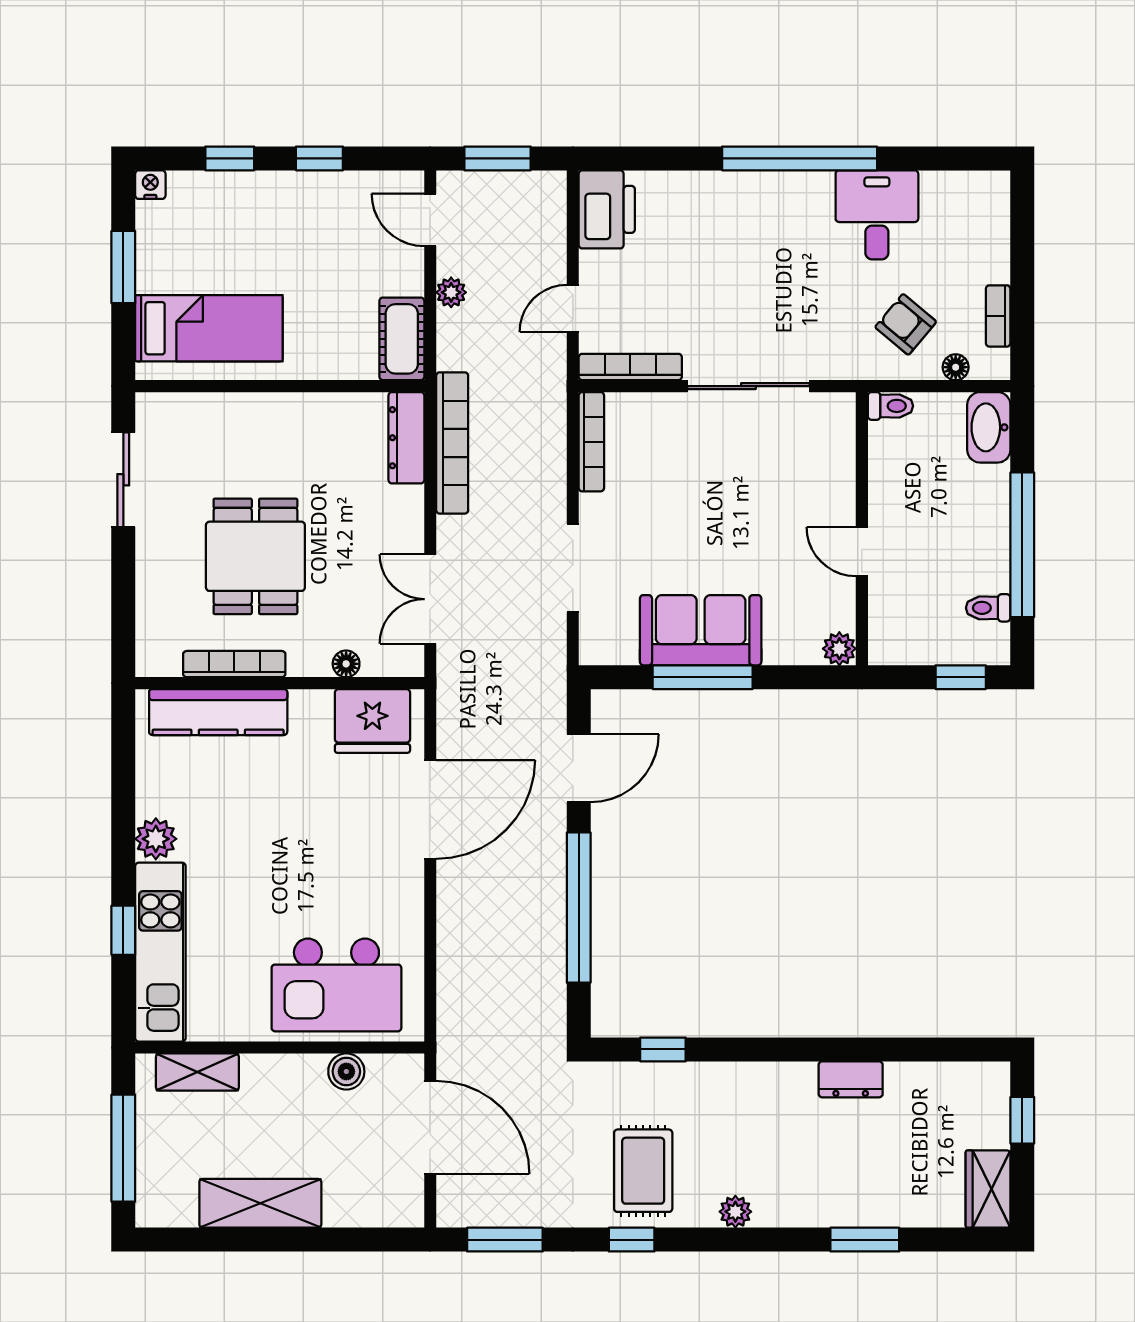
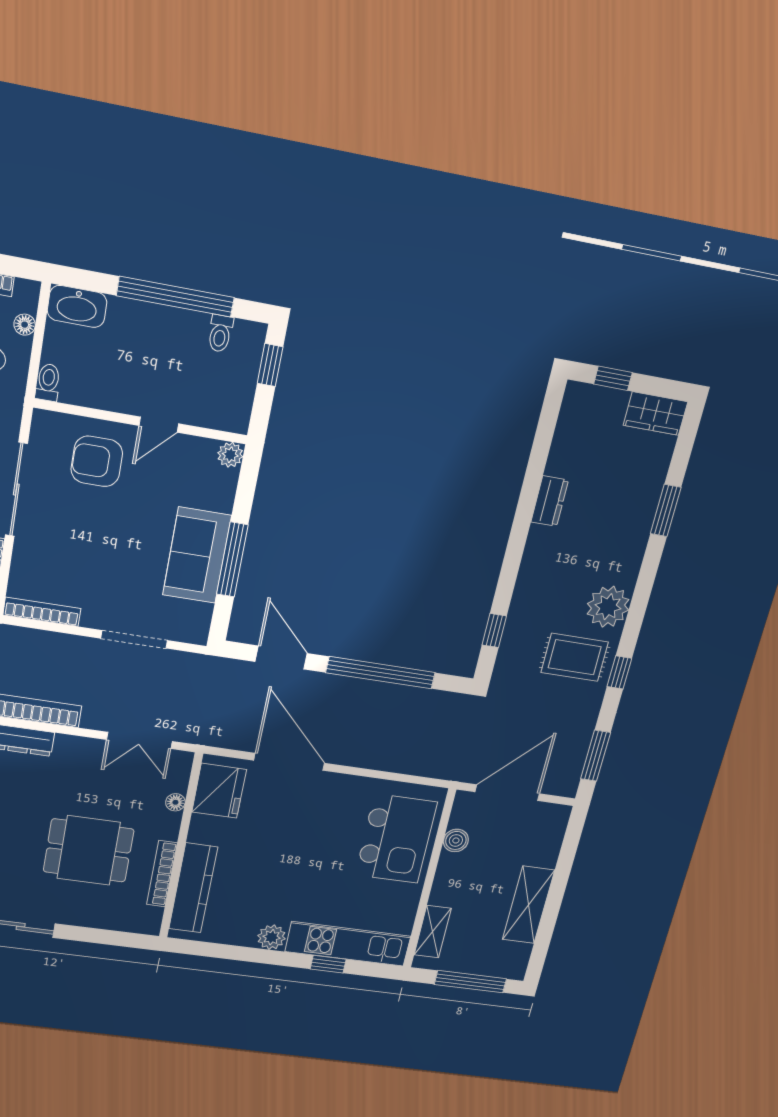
armchair: (802, 481) -> (97, 461), added
plant: (735, 1212) -> (608, 607), width x1.87, depth x1.87

